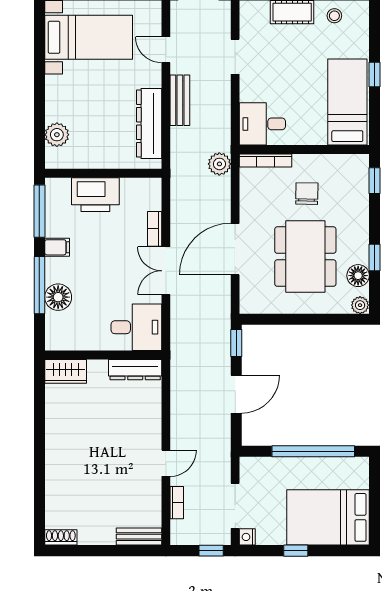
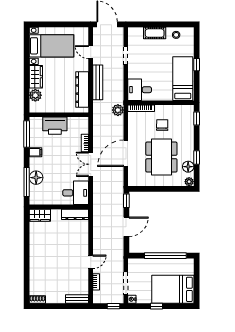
wardrobe: (58, 98) -> (36, 77), added
bench: (180, 100) -> (98, 82), width x1.36
window: (39, 285) -> (27, 182), moved

